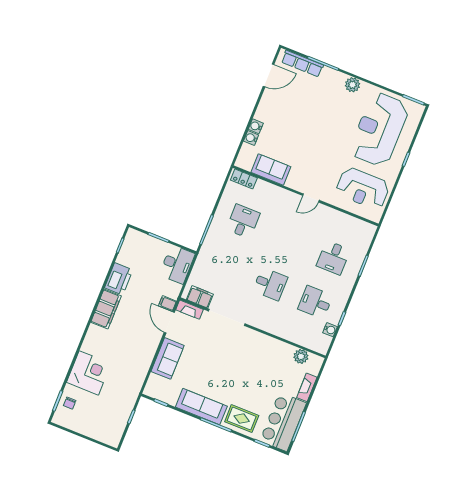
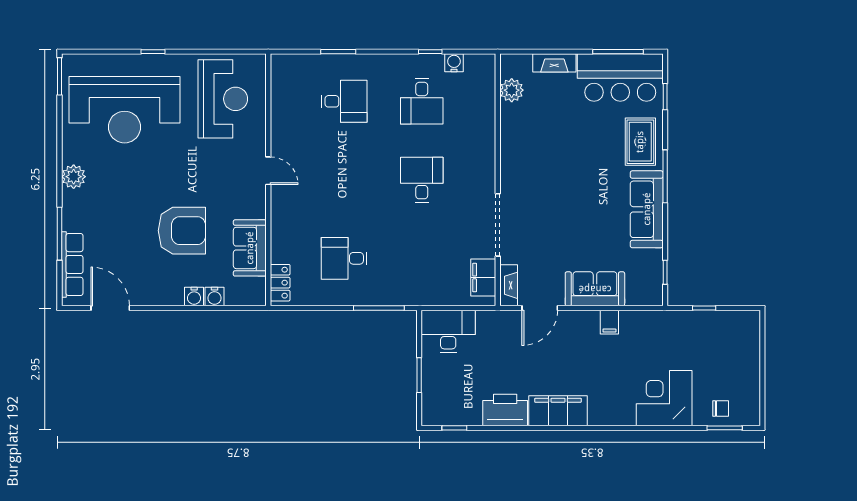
armchair: (296, 135) -> (182, 231), added
filing cabinet: (167, 303) -> (609, 322), moved

